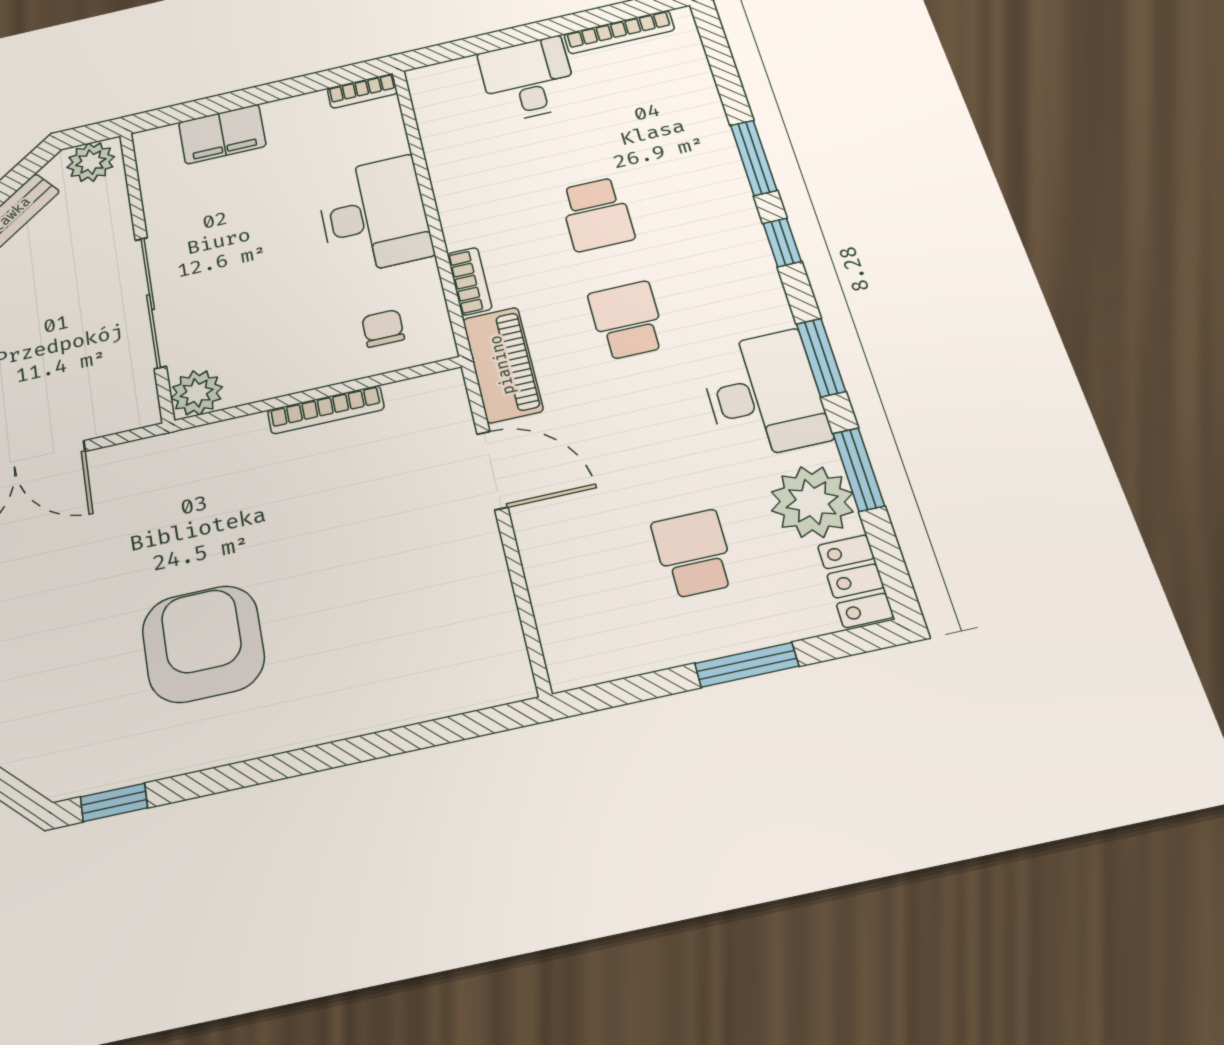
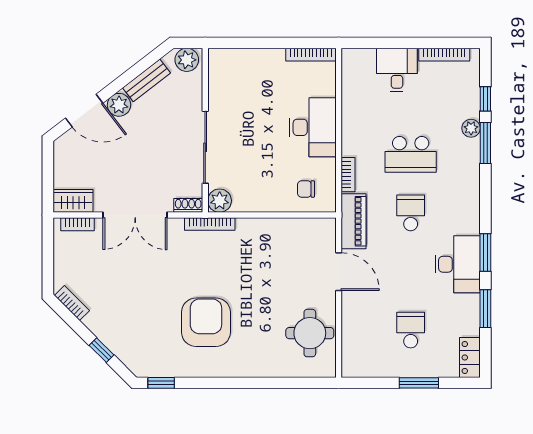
bookcase: (362, 91) -> (311, 55), width x1.56
filing cabinet: (222, 134) -> (251, 61), removed
school desk: (597, 214) -> (411, 154), width x1.85
window: (782, 242) -> (485, 99), moved
chair: (383, 328) -> (306, 189), turned -90
bookcase: (326, 410) -> (210, 224), moved
shoe rack: (129, 417) -> (188, 205), added
plant: (812, 502) -> (471, 128), moved, width x0.53, depth x0.53
round table: (453, 613) -> (310, 333), added

